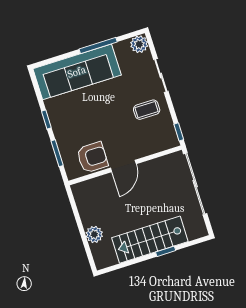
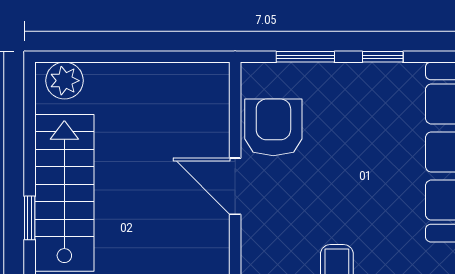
armchair: (92, 157) -> (273, 127), turned 180
plant: (94, 234) -> (64, 81), moved

